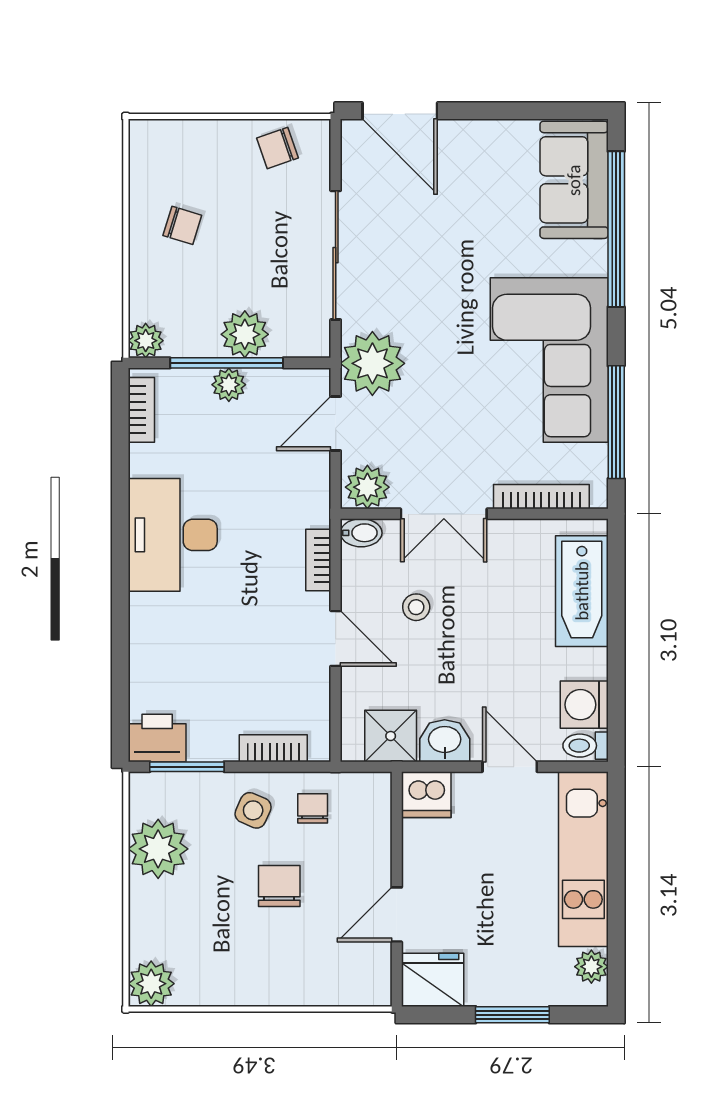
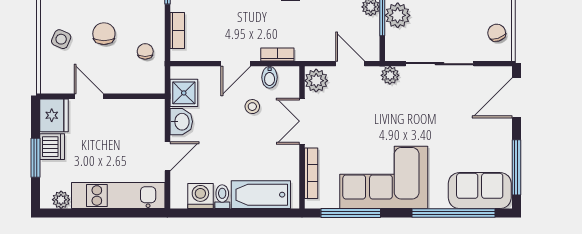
window: (530, 111) -> (516, 167), added
plant: (372, 363) -> (390, 75), width x0.53, depth x0.53
bidet: (361, 533) -> (270, 77), moved
toilet: (586, 746) -> (222, 197), moved
dishwasher: (426, 795) -> (52, 147), moved, turned 180
chair: (313, 808) -> (145, 51), turned -90
side table: (253, 810) -> (61, 39), moved
chair: (279, 886) -> (104, 34), turned -90

